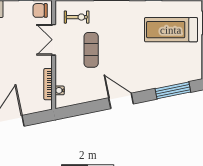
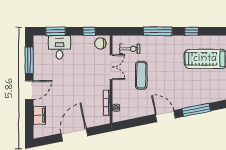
double door: (54, 40) -> (111, 67), swing flipped
window: (173, 90) -> (196, 110), moved

